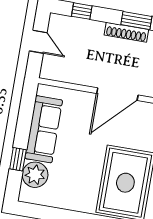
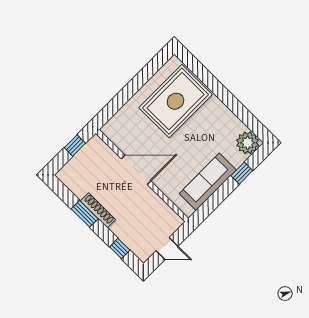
door: (38, 42) -> (167, 248), swing flipped
plant: (35, 175) -> (248, 143), moved

